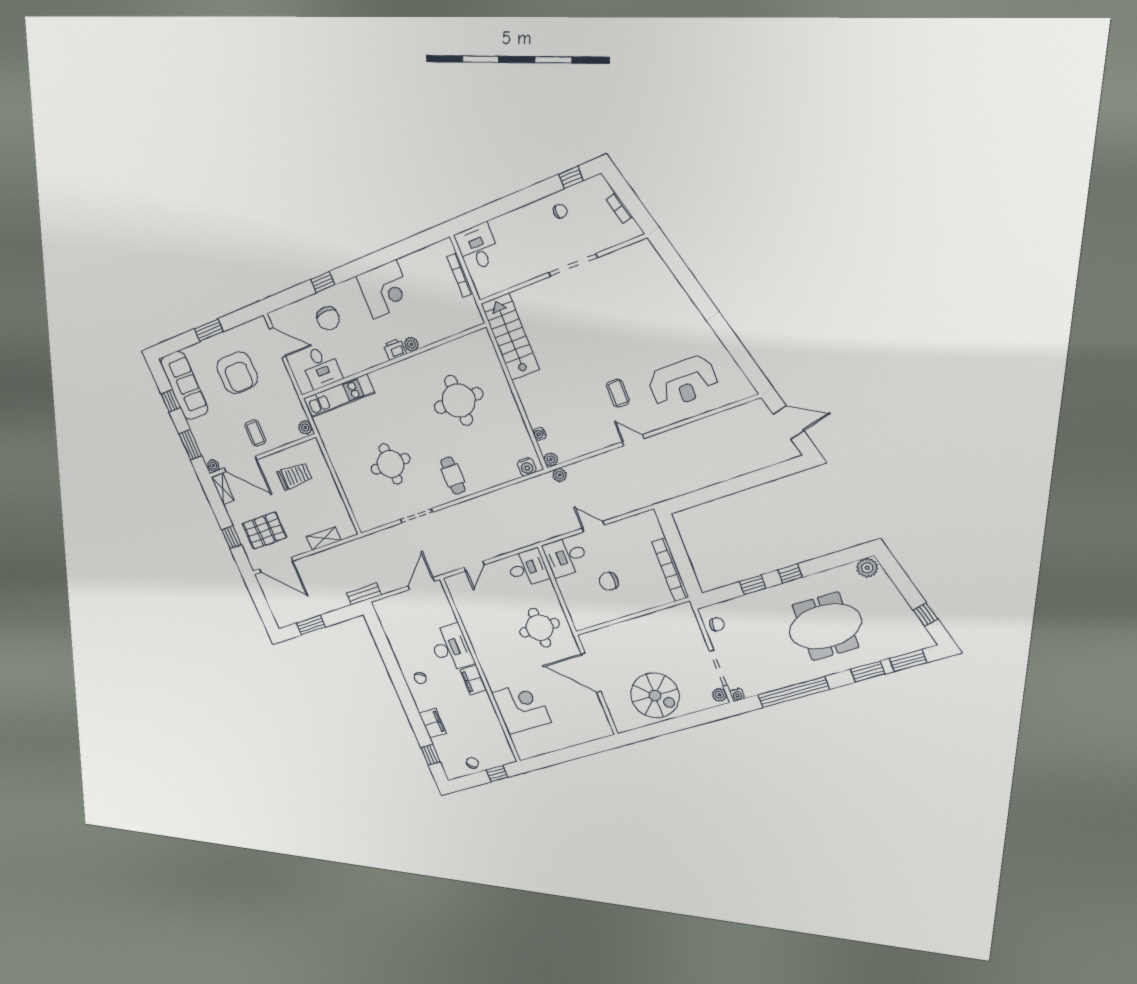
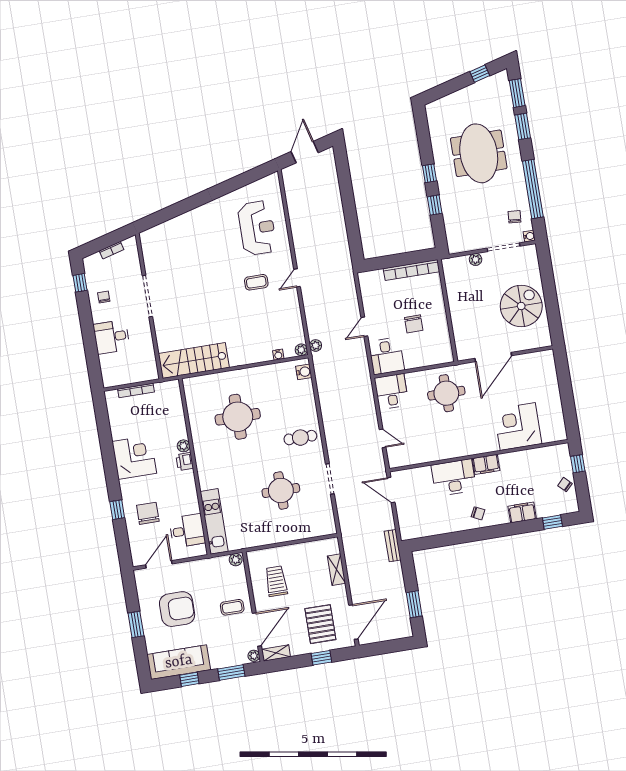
desk: (478, 247) -> (112, 337), moved
chair: (328, 318) -> (148, 513), turned -90
plant: (867, 568) -> (434, 112), removed
chair: (717, 624) -> (514, 217), moved
plant: (719, 695) -> (476, 259), moved

